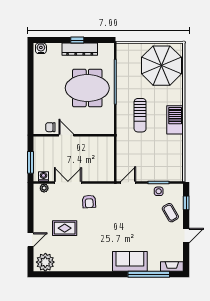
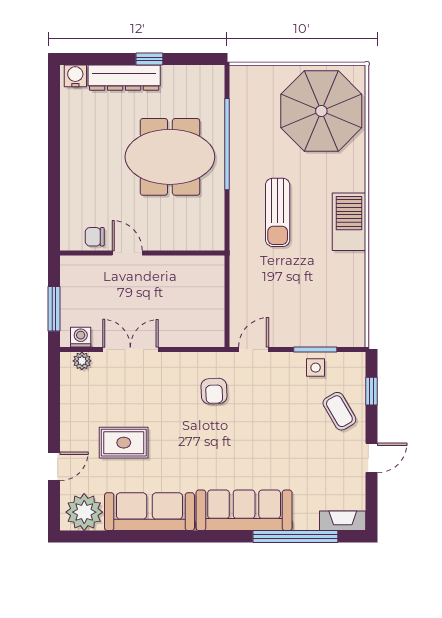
dresser: (80, 49) -> (124, 78), moved
armchair: (89, 201) -> (214, 391), moved
sofa: (130, 261) -> (244, 510), width x1.36
sofa: (77, 262) -> (149, 512), added

